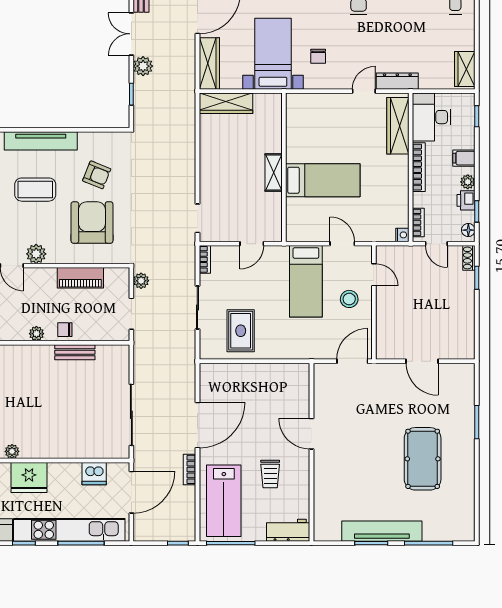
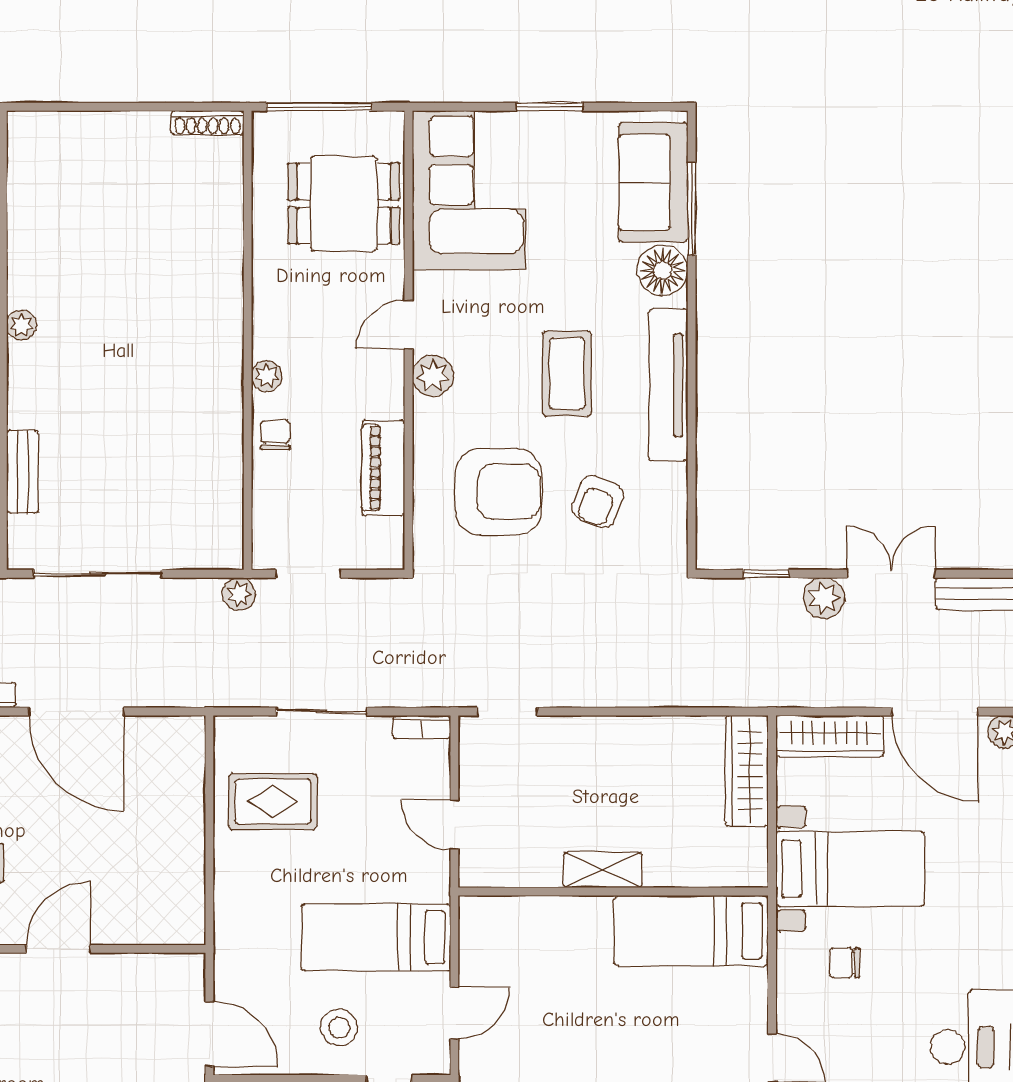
bed: (323, 180) -> (691, 931), moved, turned 90
plant: (141, 281) -> (239, 594), moved
bench: (75, 352) -> (22, 472), moved

